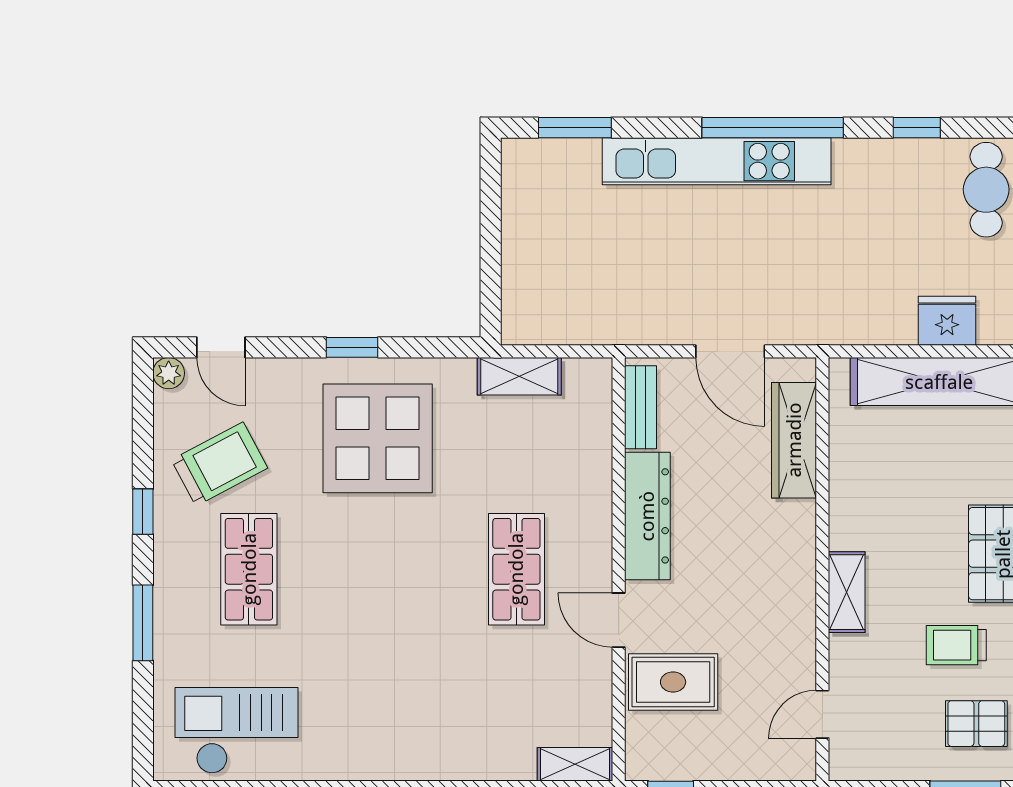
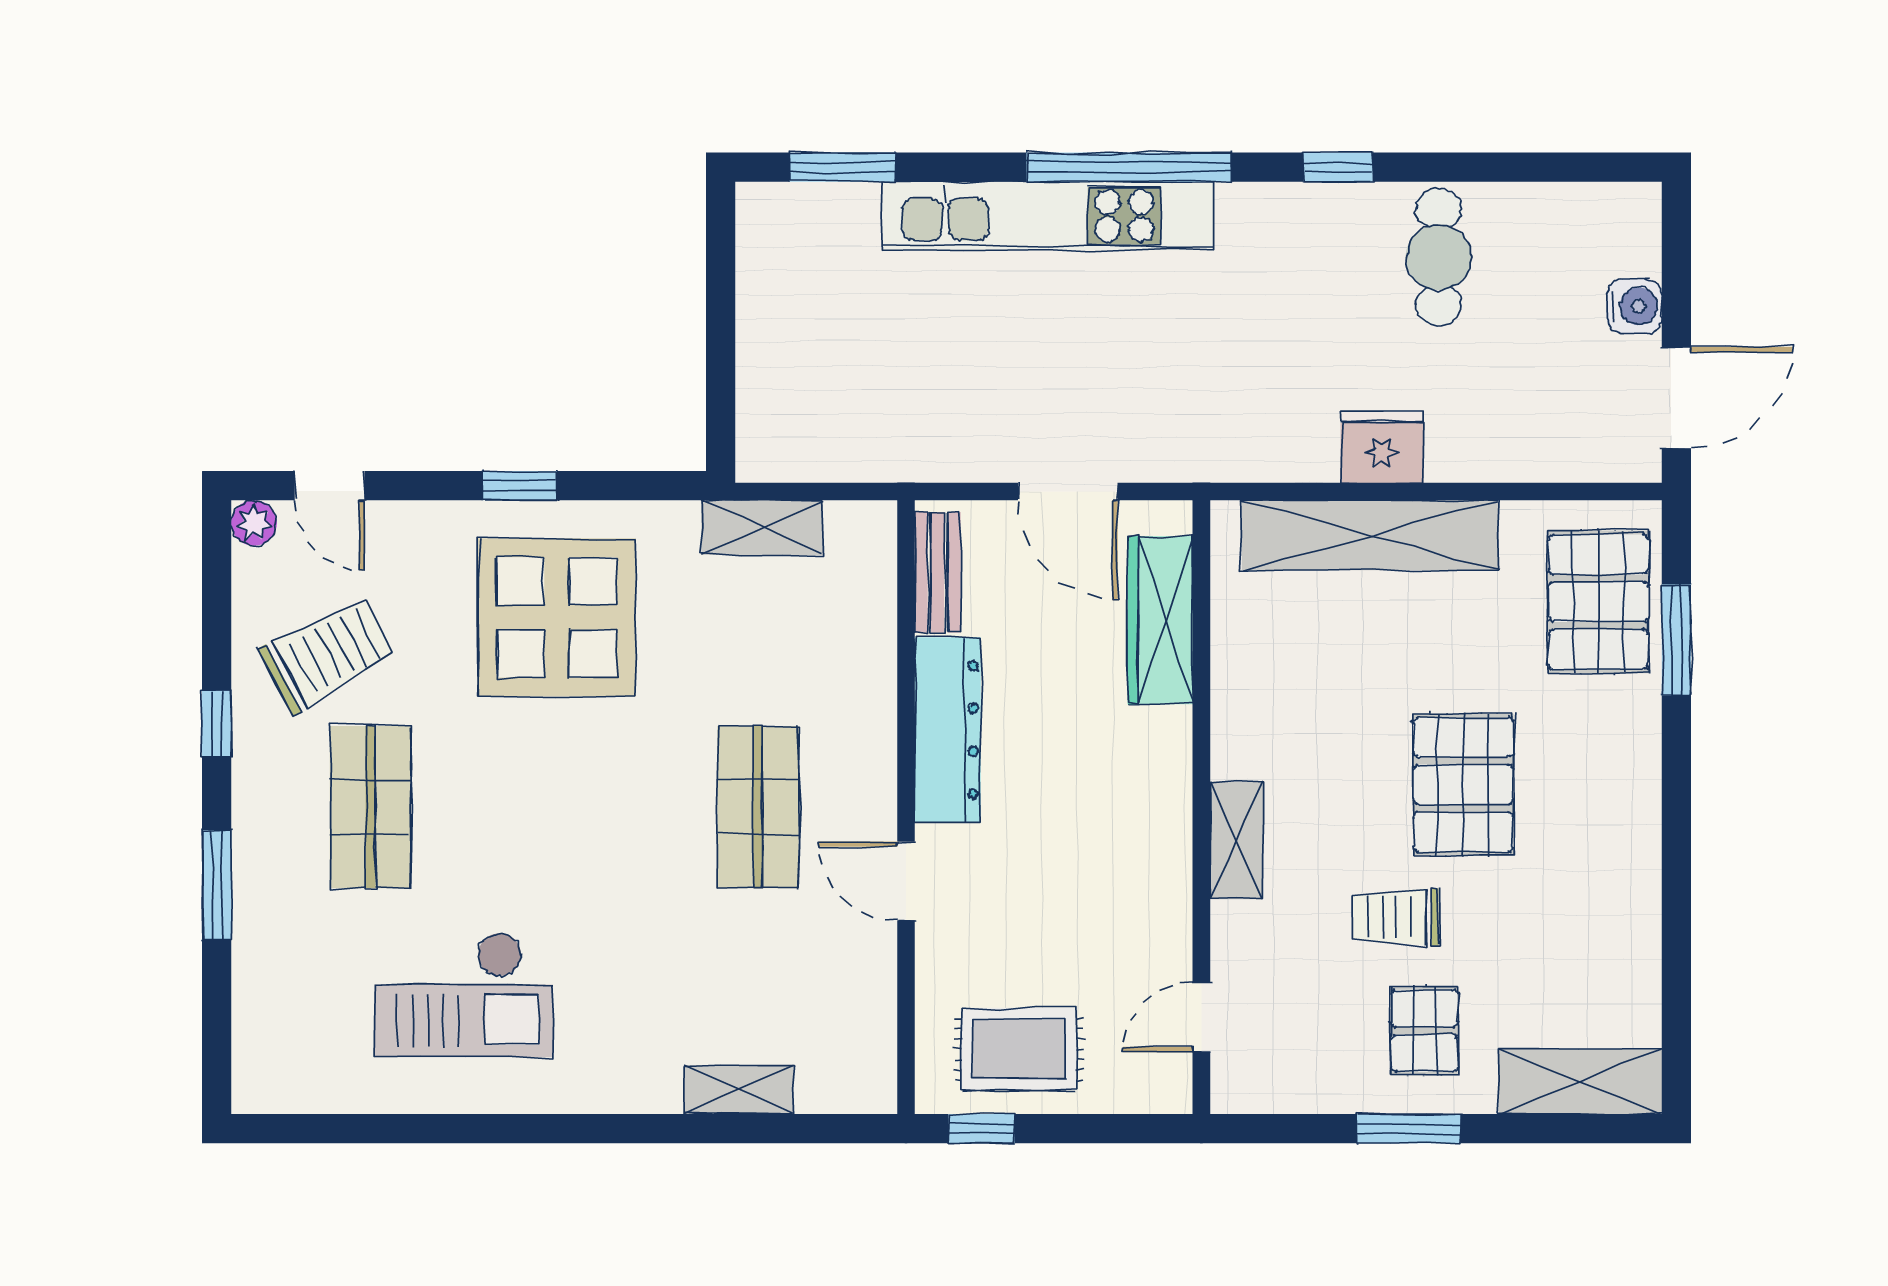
rug: (673, 682) -> (1019, 1049), moved
pallet: (976, 724) -> (1424, 1031), turned 90
checkout: (236, 731) -> (464, 995), moved, turned 180
shelving: (575, 764) -> (739, 1090), moved

